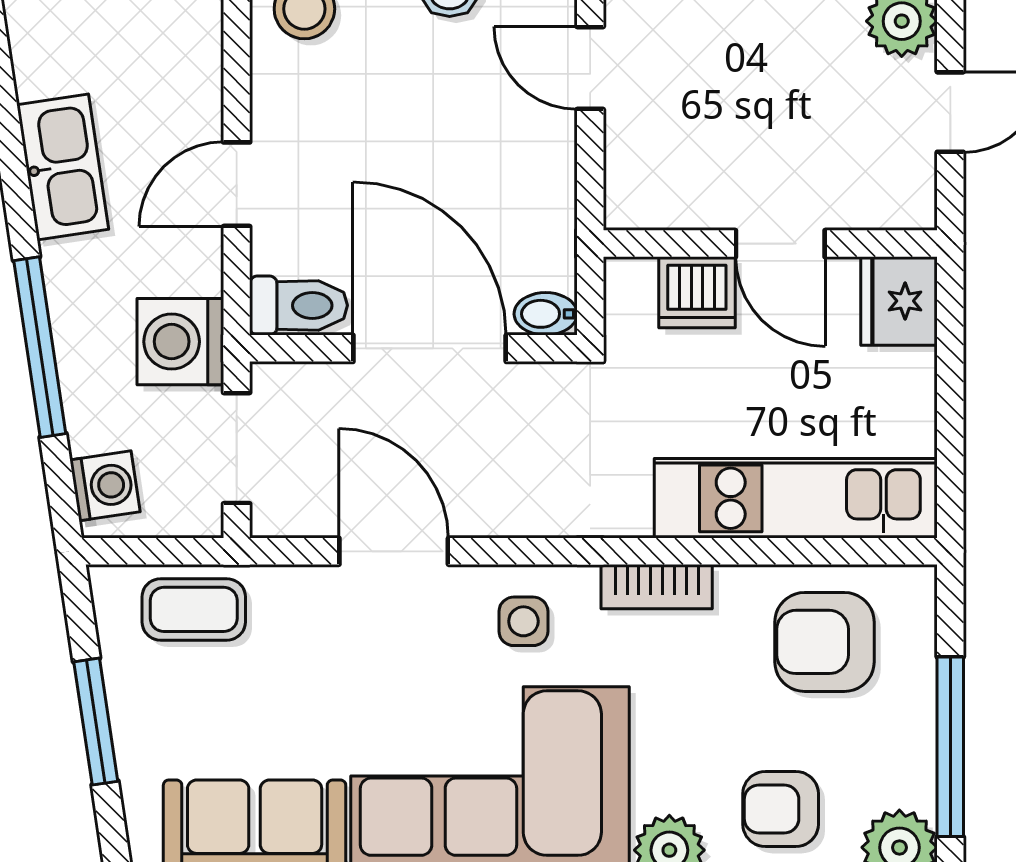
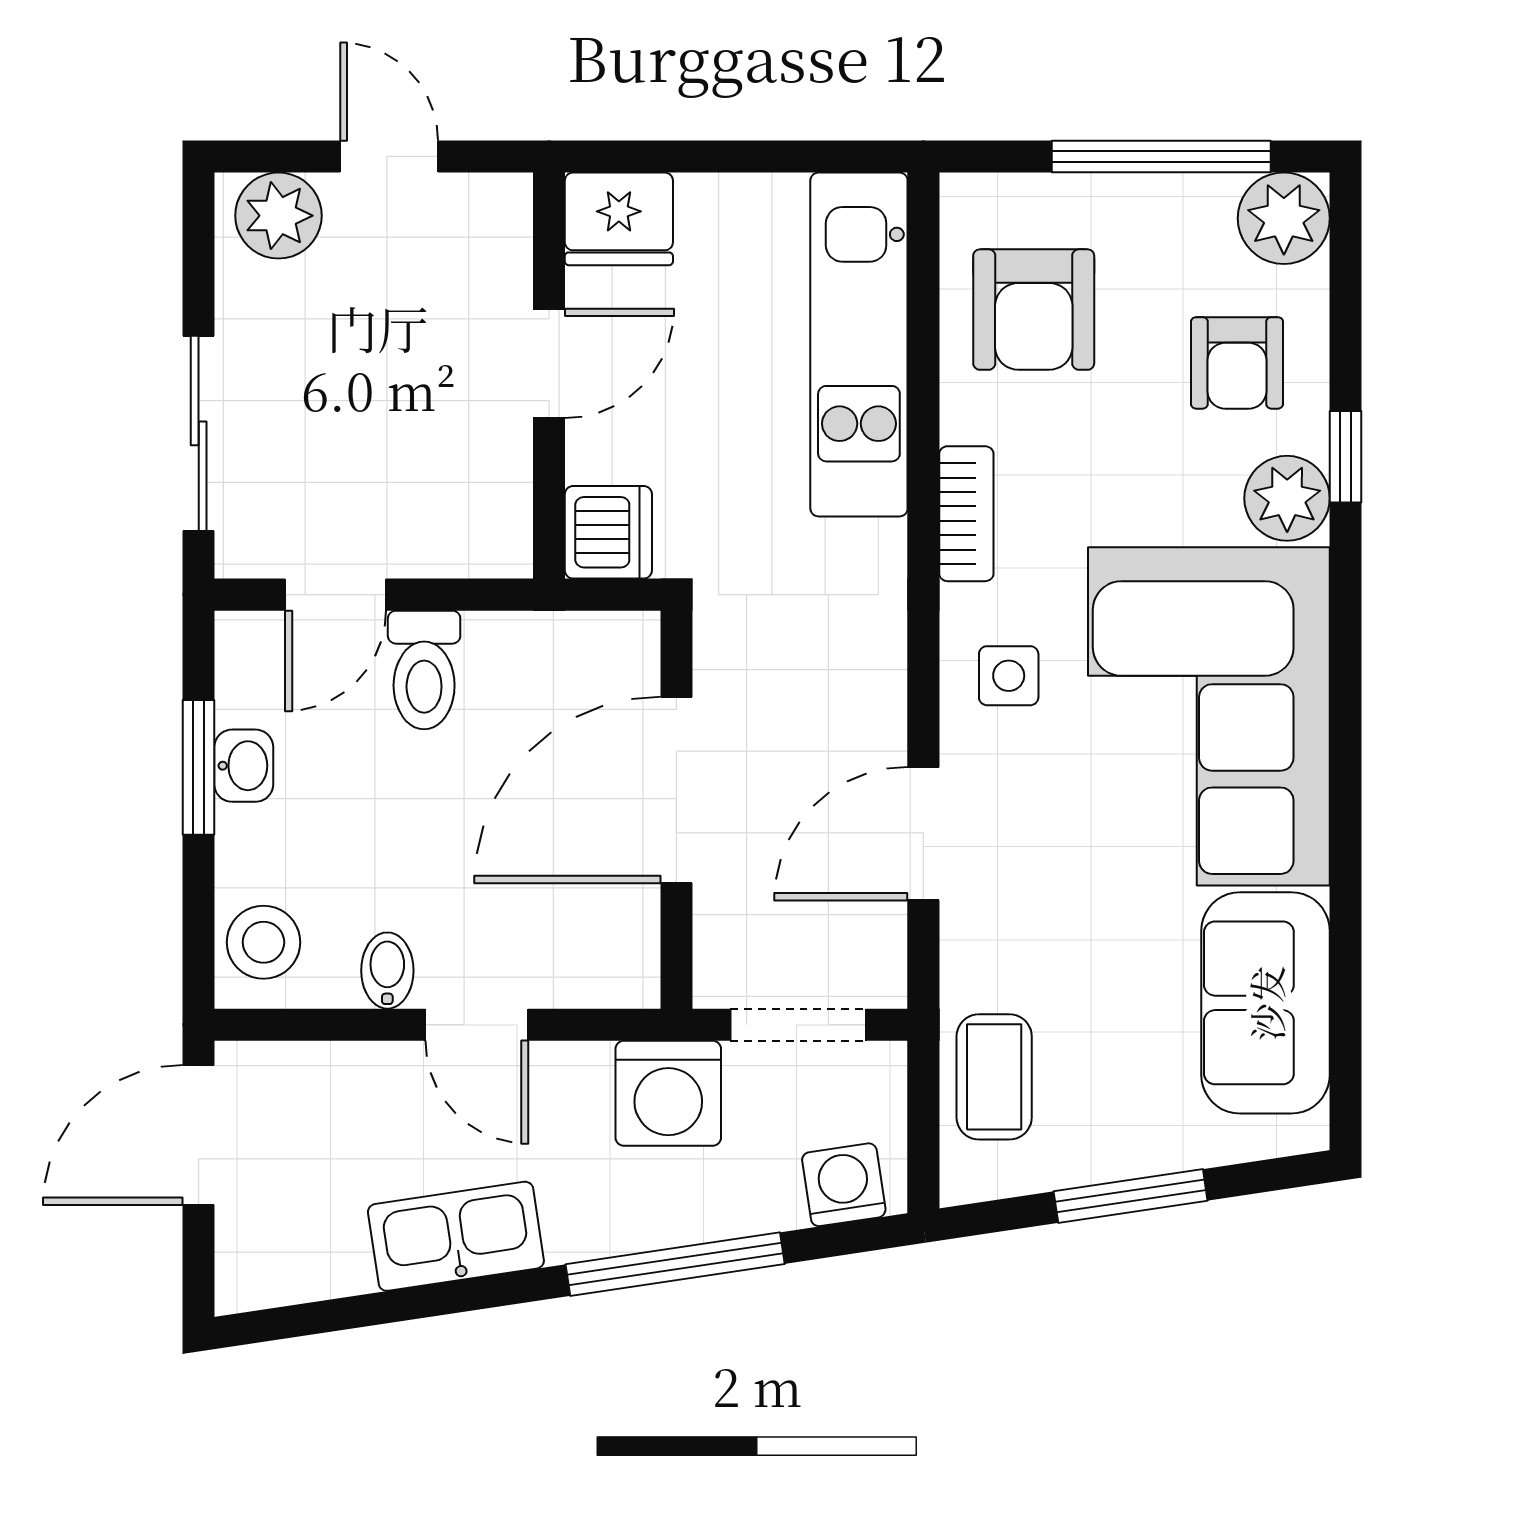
dishwasher: (697, 292) -> (608, 532), moved
toilet: (299, 305) -> (424, 670), moved, turned 180
bidet: (546, 314) -> (387, 971), moved, turned 180

